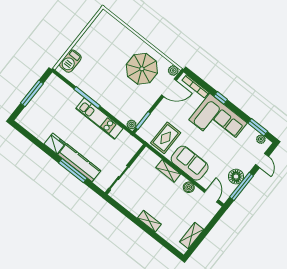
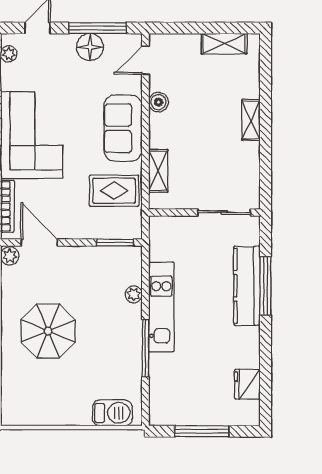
parasol: (142, 69) -> (48, 331), moved
plant: (132, 125) -> (134, 294), moved
fridge: (55, 144) -> (247, 384), moved
shelving: (168, 171) -> (158, 171), moved

